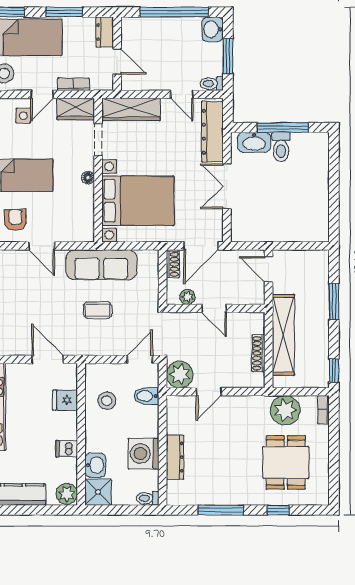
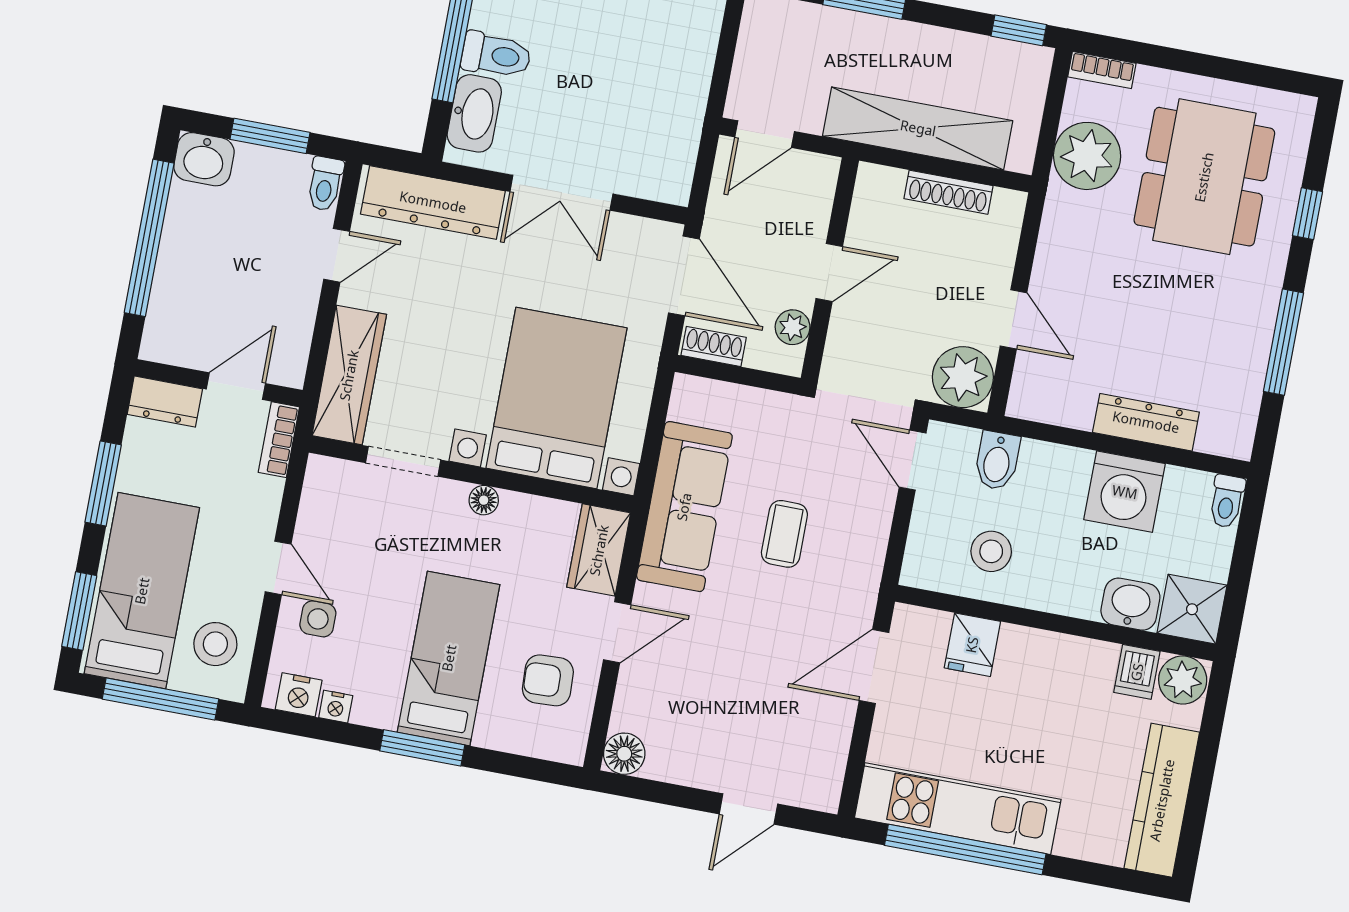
bookcase: (74, 84) -> (279, 440), moved
wardrobe: (76, 109) -> (599, 550), moved, turned 180
dishwasher: (67, 449) -> (1137, 672), moved
dining table: (286, 462) -> (1204, 177), width x1.37

